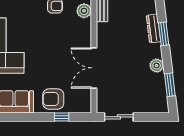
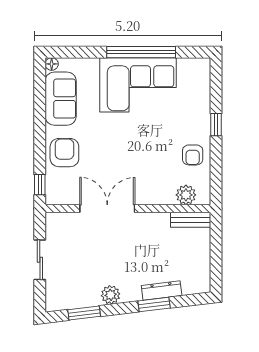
window: (62, 117) -> (40, 185), moved
sliding door: (119, 117) -> (40, 260), moved

